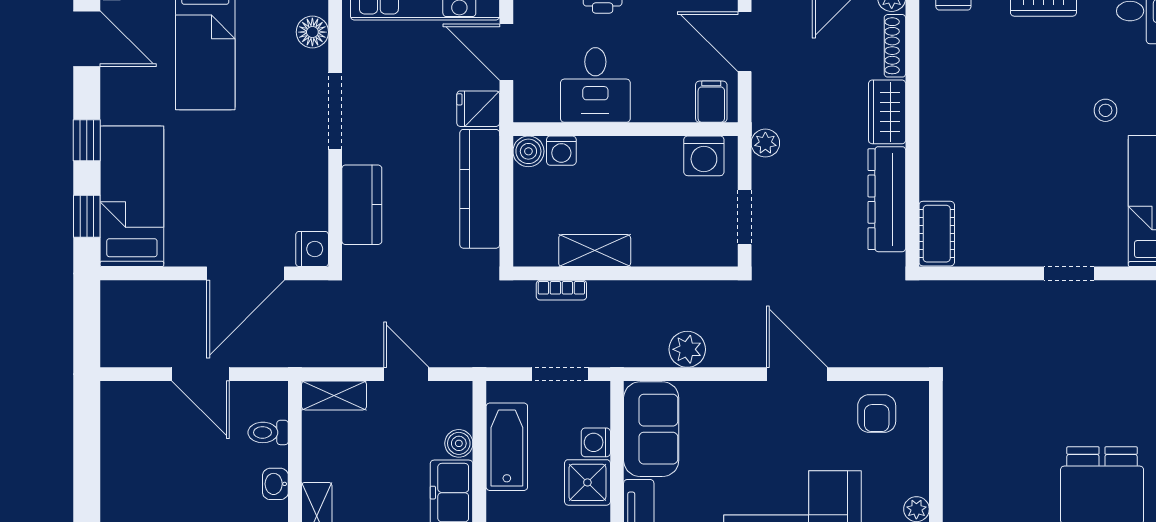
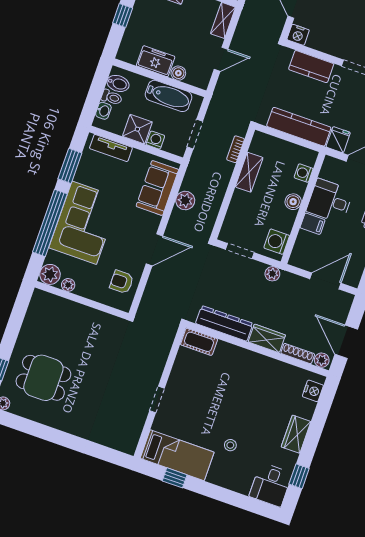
filing cabinet: (711, 102) -> (313, 224), moved
boiler: (528, 151) -> (293, 202), moved
sofa: (651, 429) -> (157, 188), moved, turned 90

